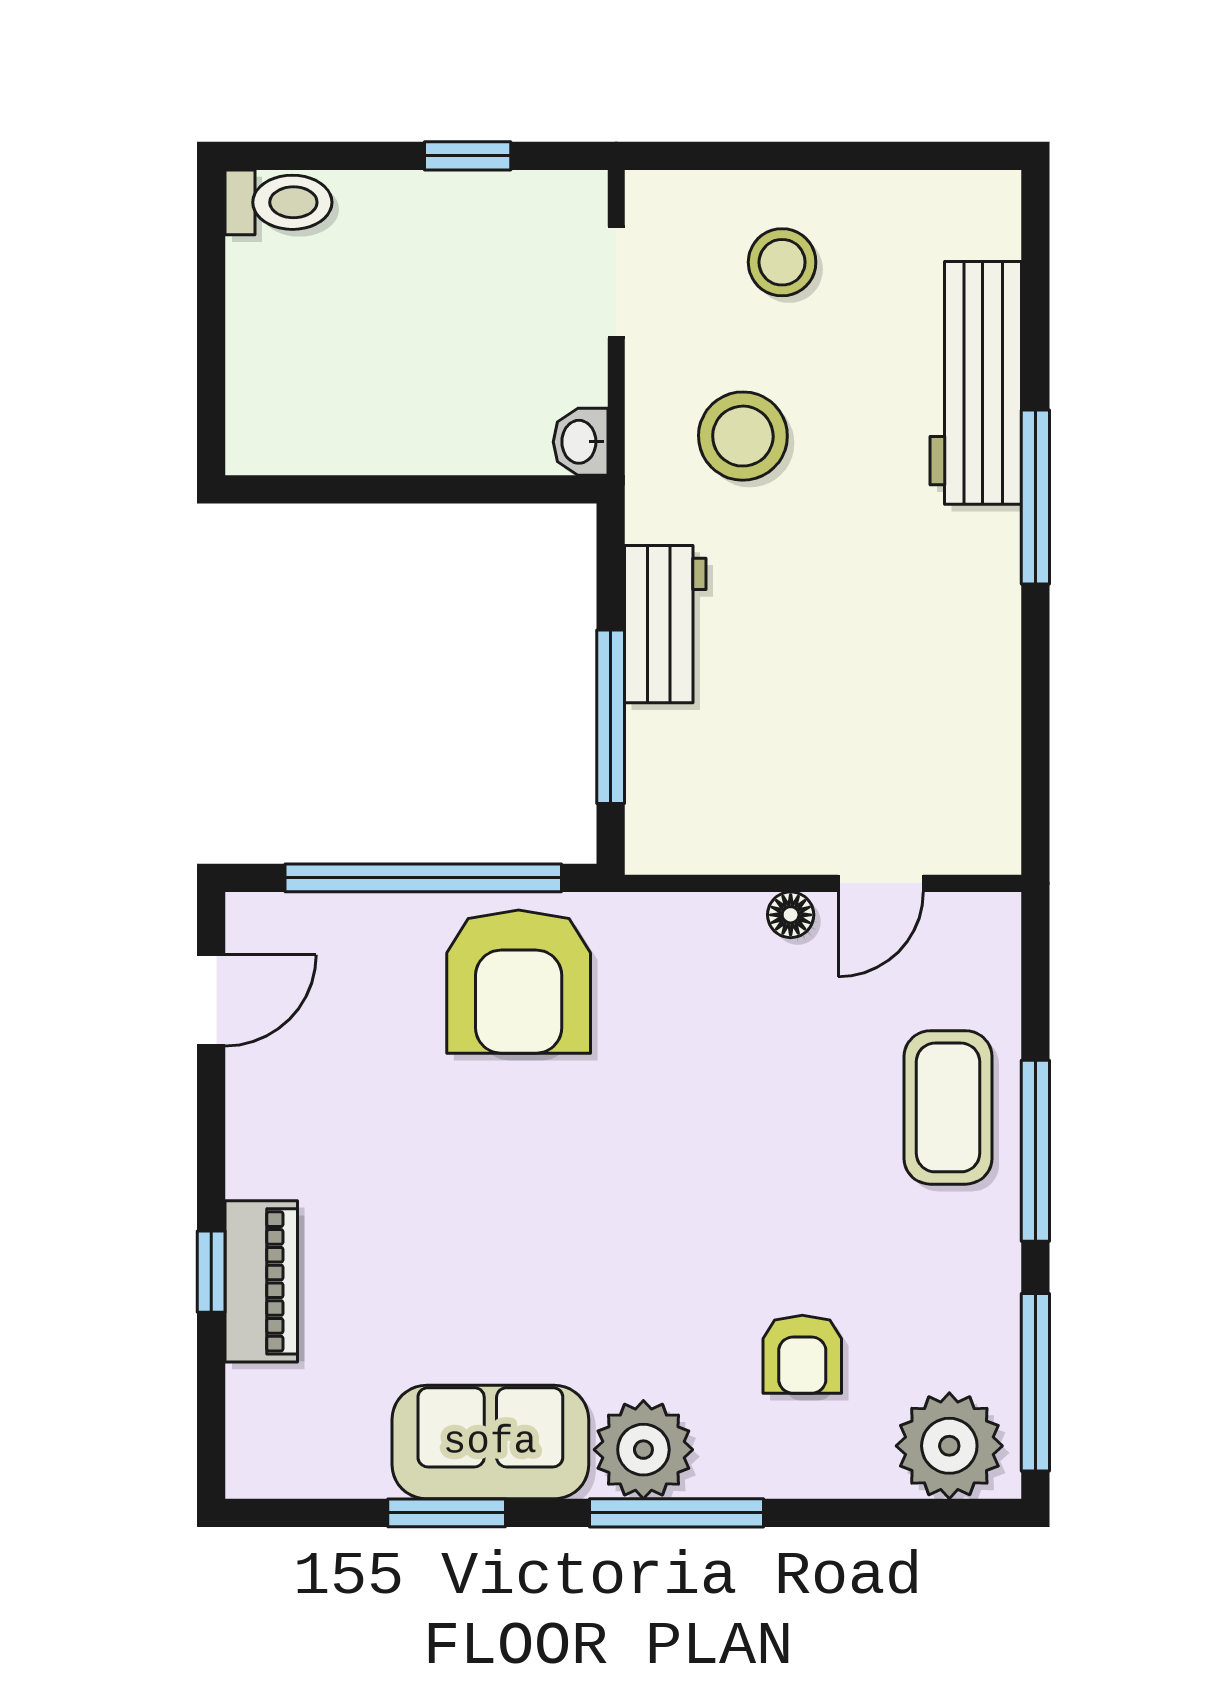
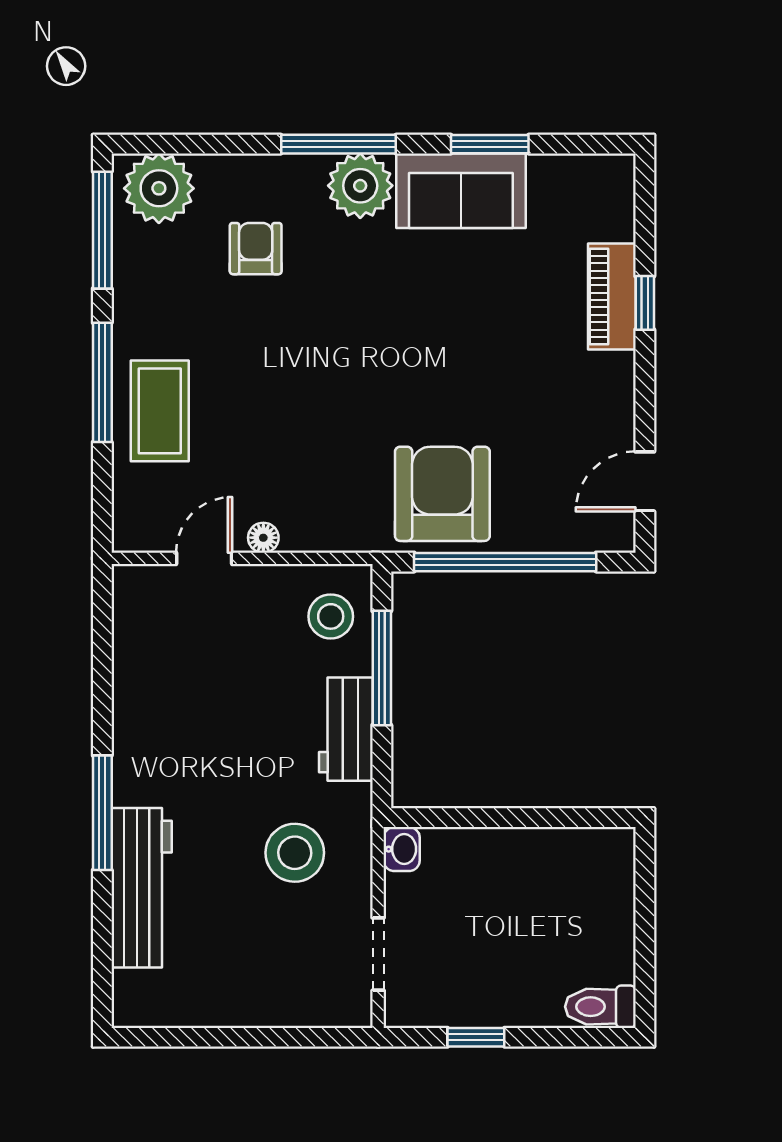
stool: (782, 262) -> (331, 616), moved

